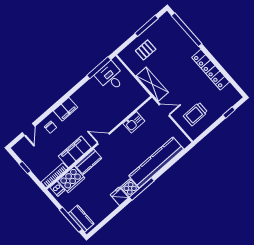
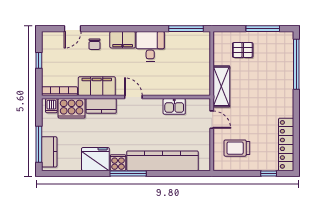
locker: (211, 70) -> (286, 144), moved
desk: (110, 77) -> (150, 46), moved
fridge: (119, 196) -> (95, 159), width x1.88, depth x1.34

